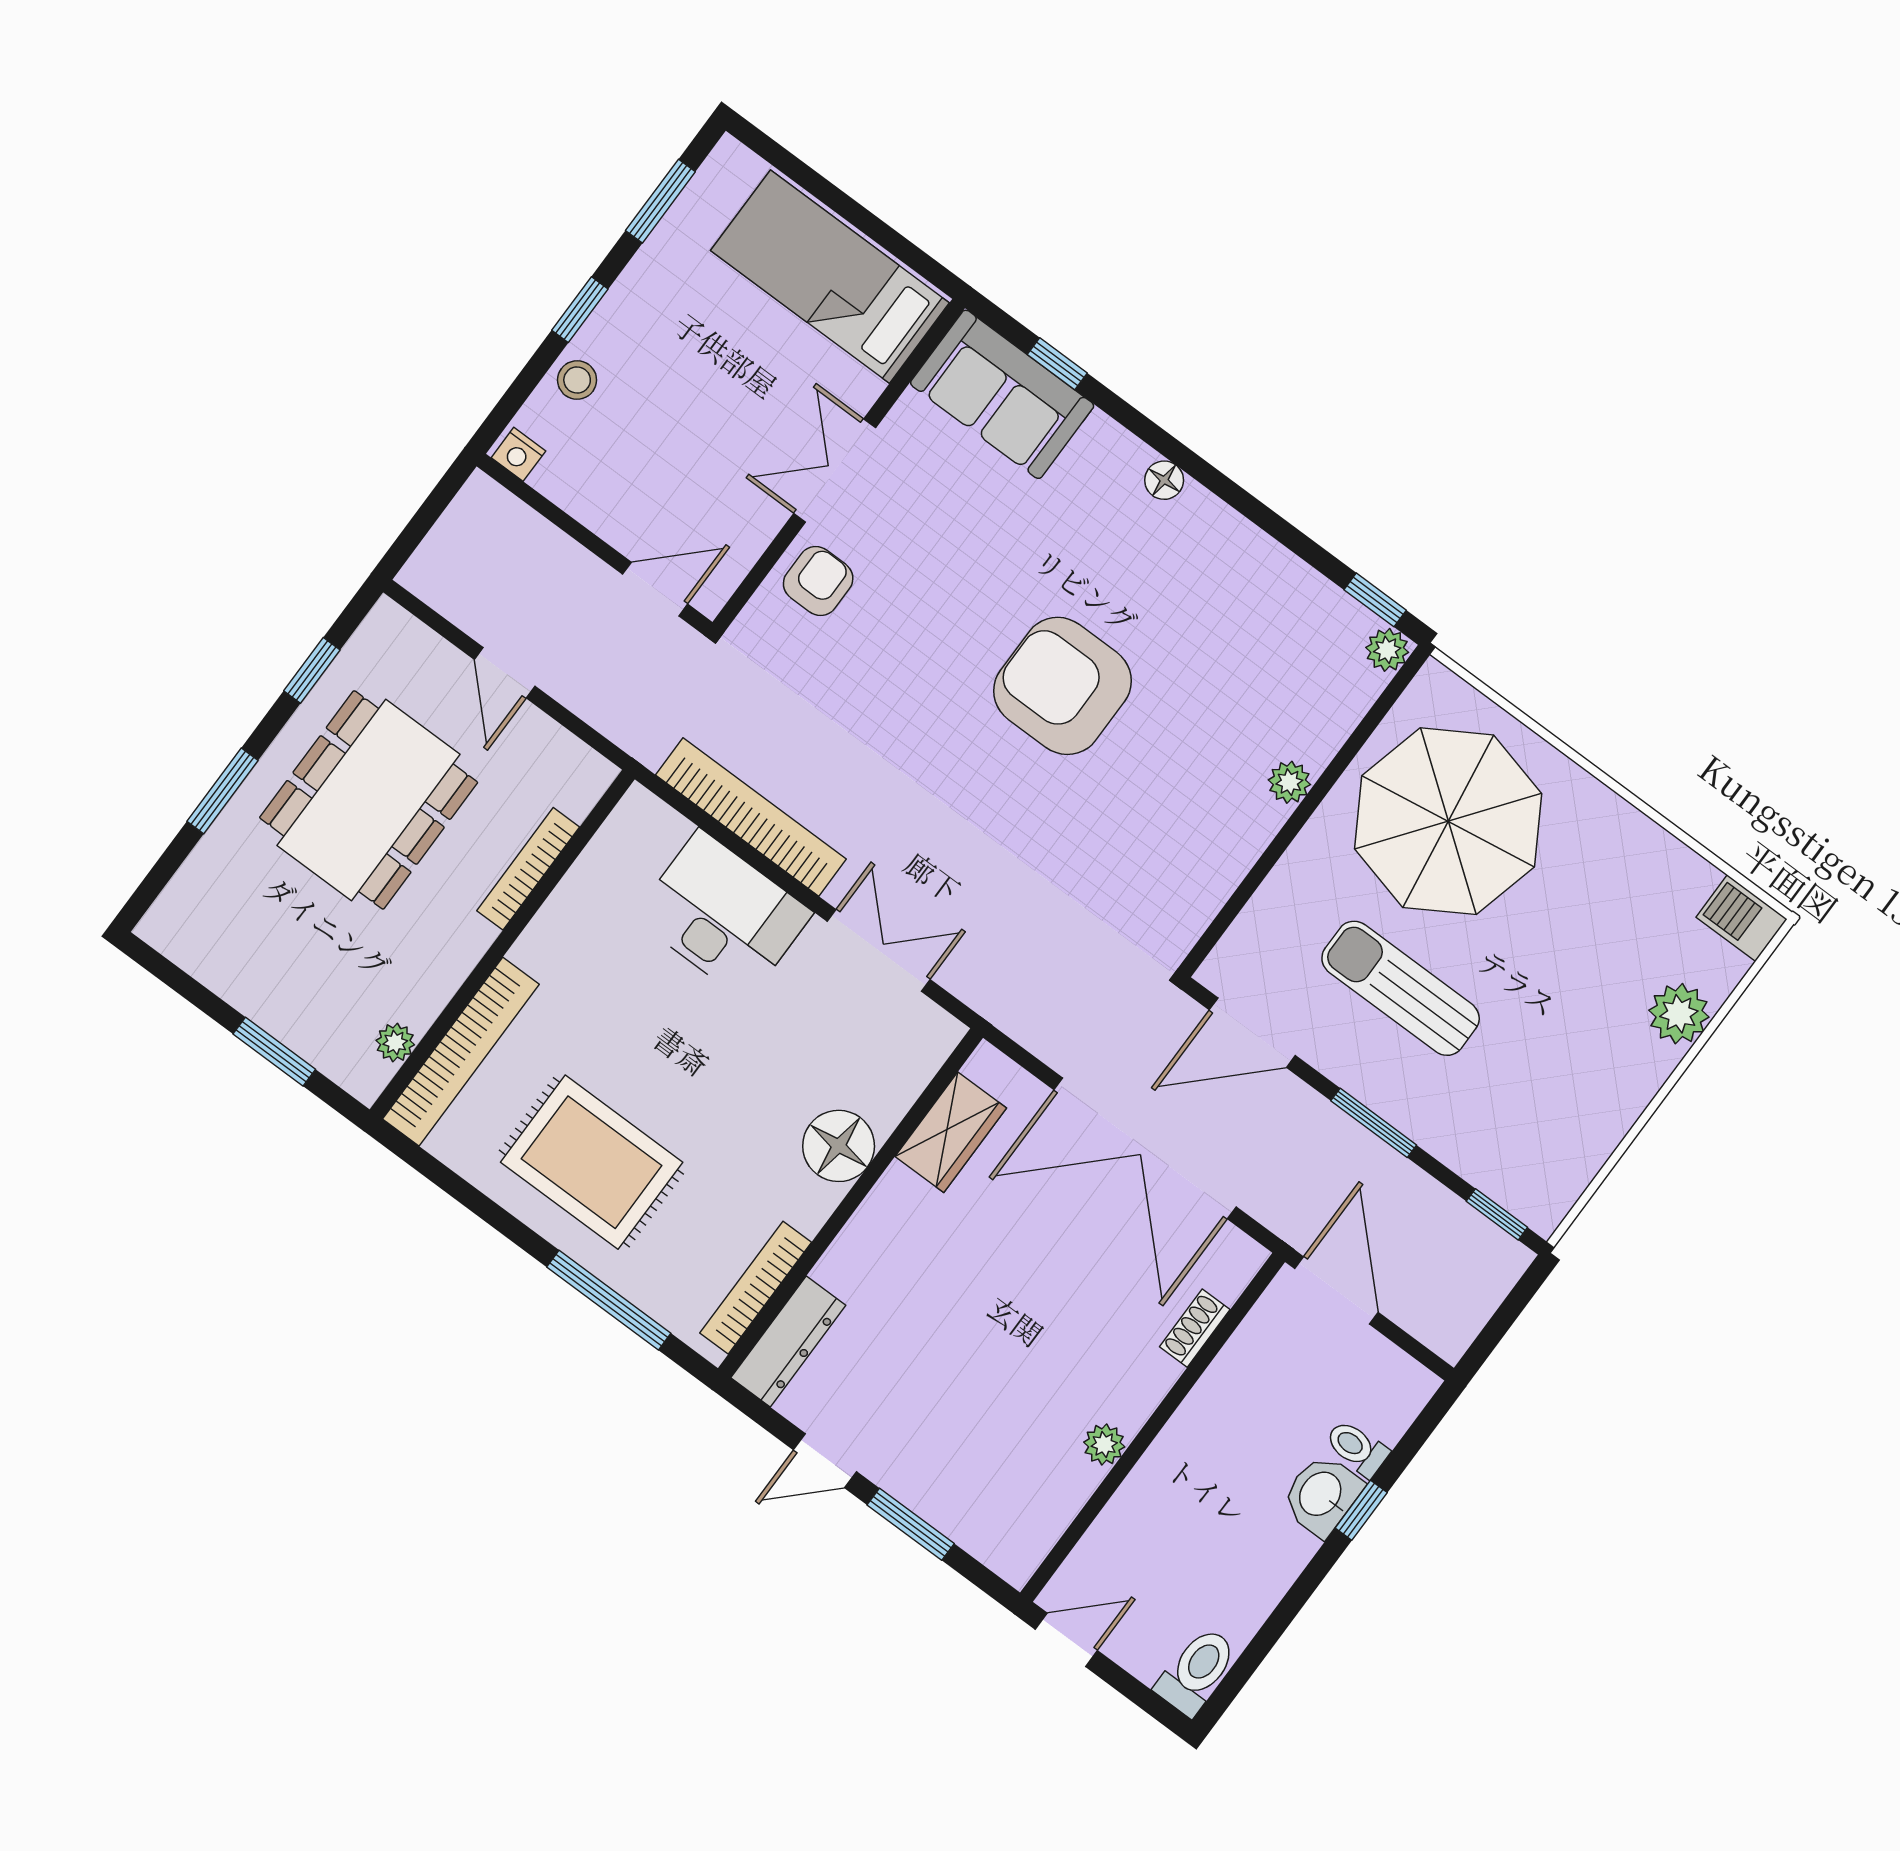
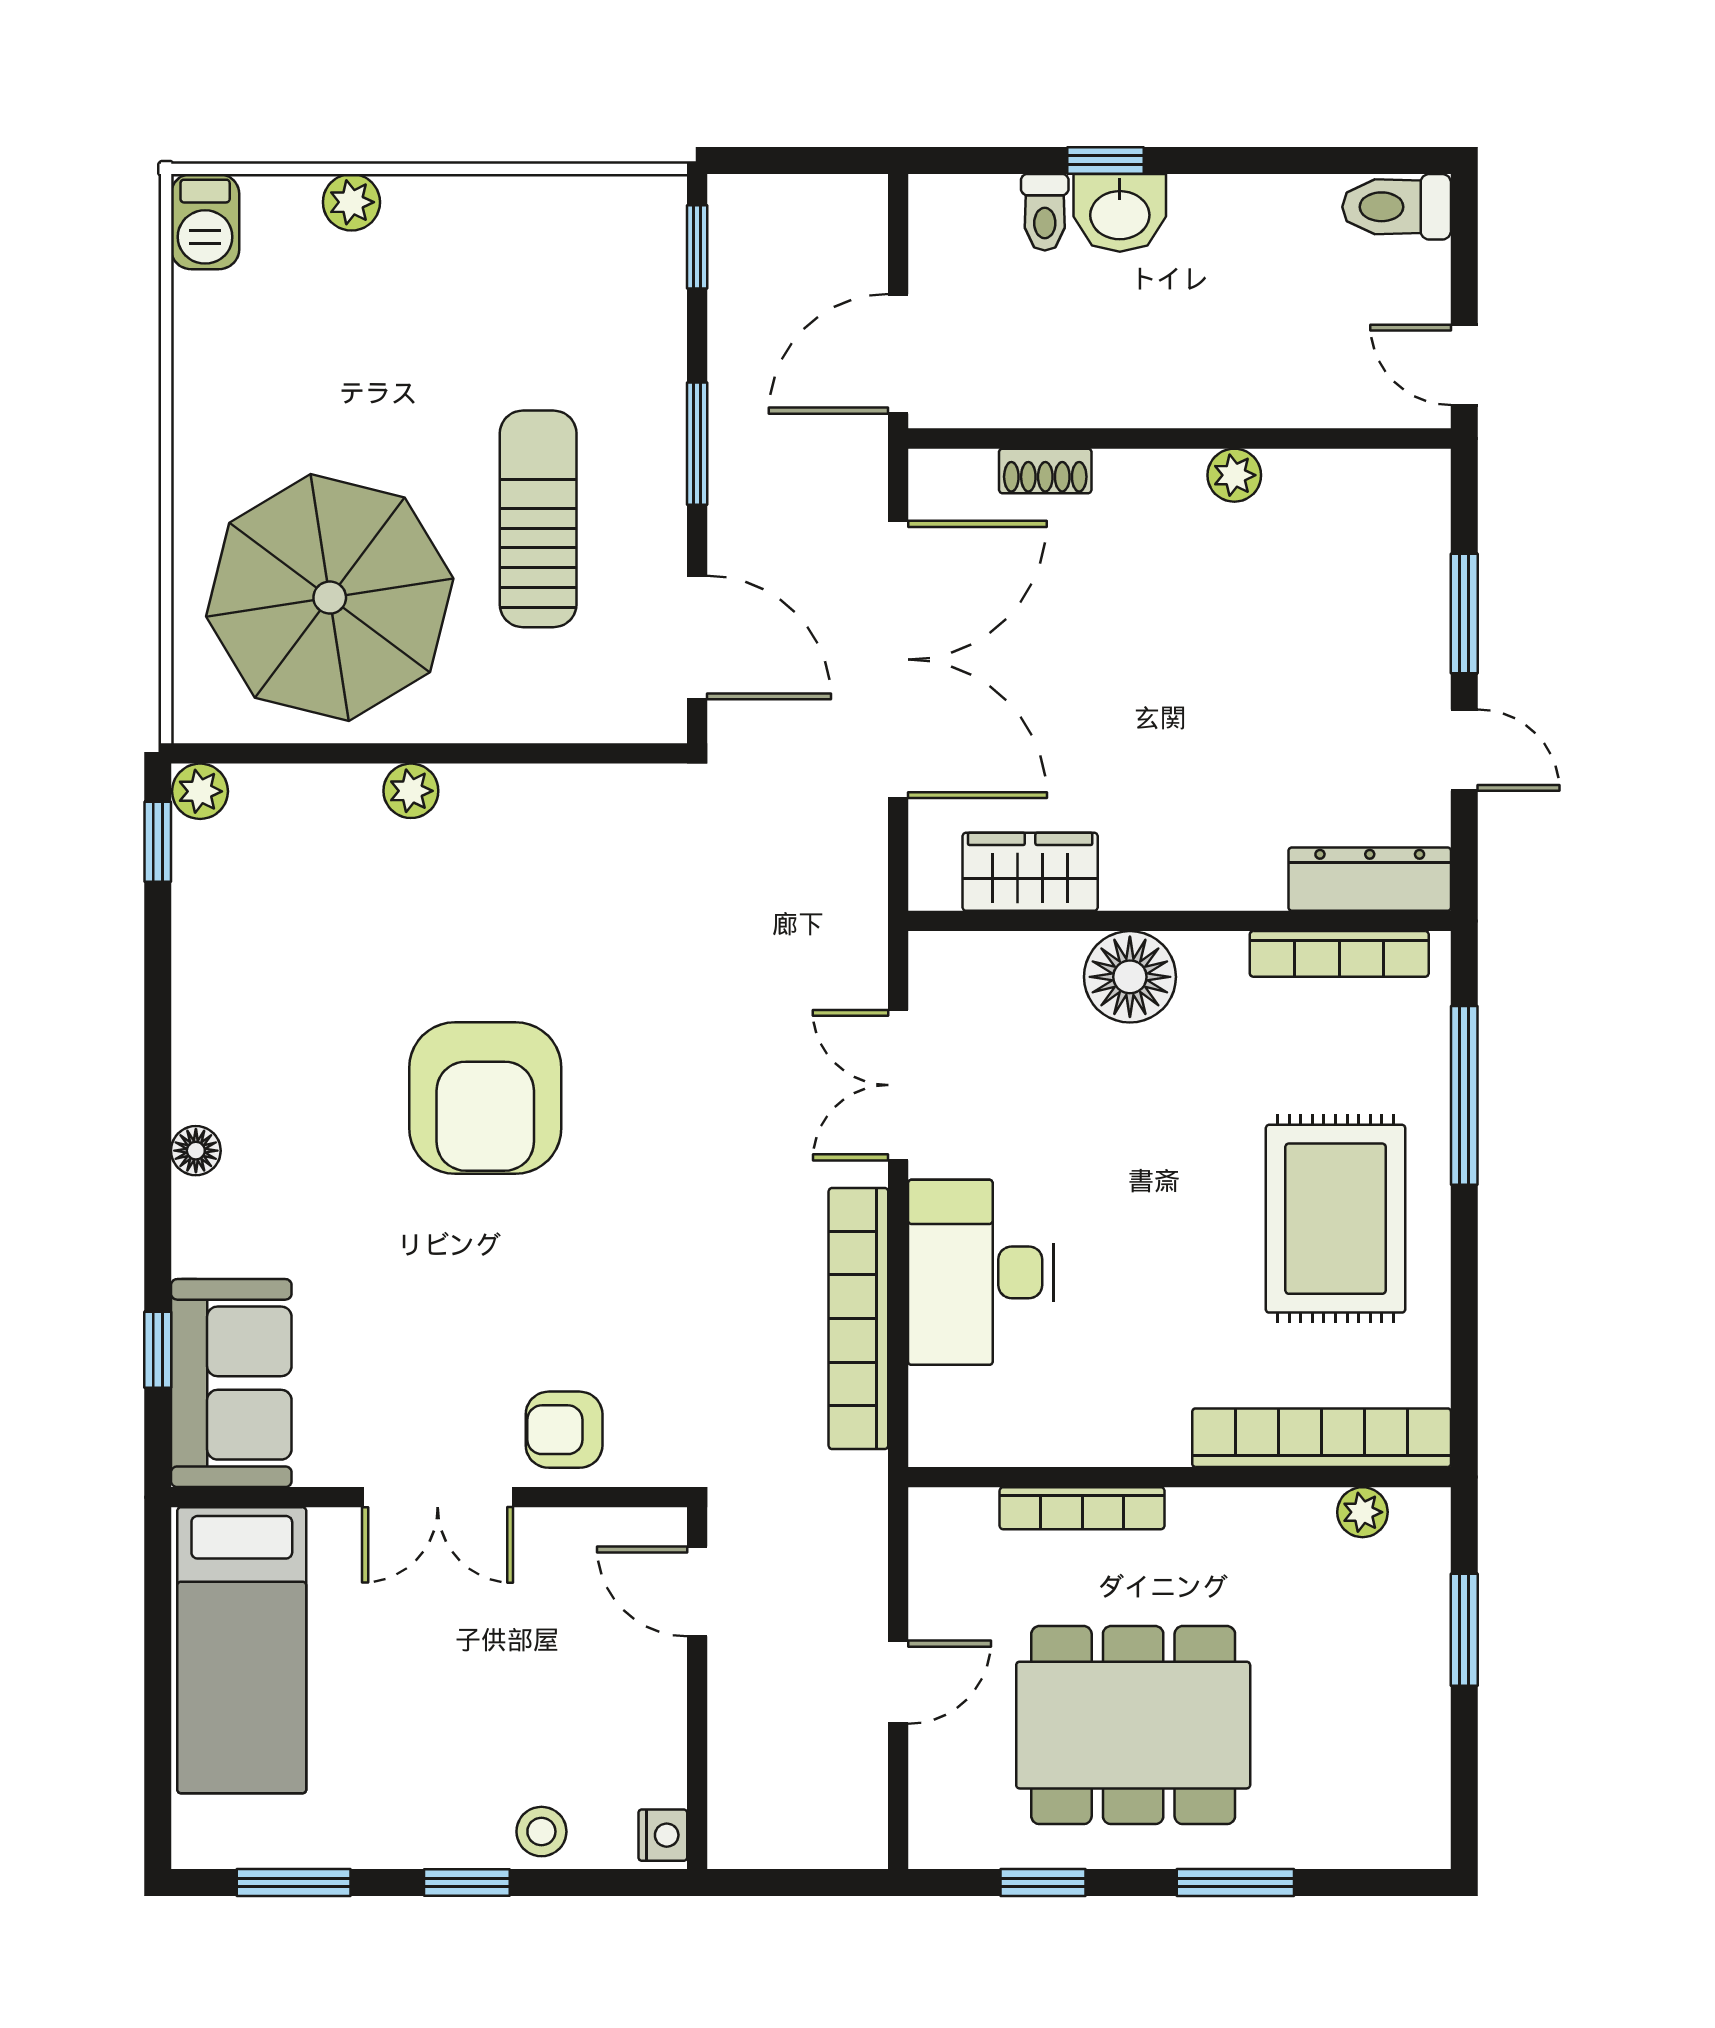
sun lounger: (1401, 988) -> (538, 519), turned 180
plant: (1679, 1014) -> (351, 202), width x0.73, depth x0.73

